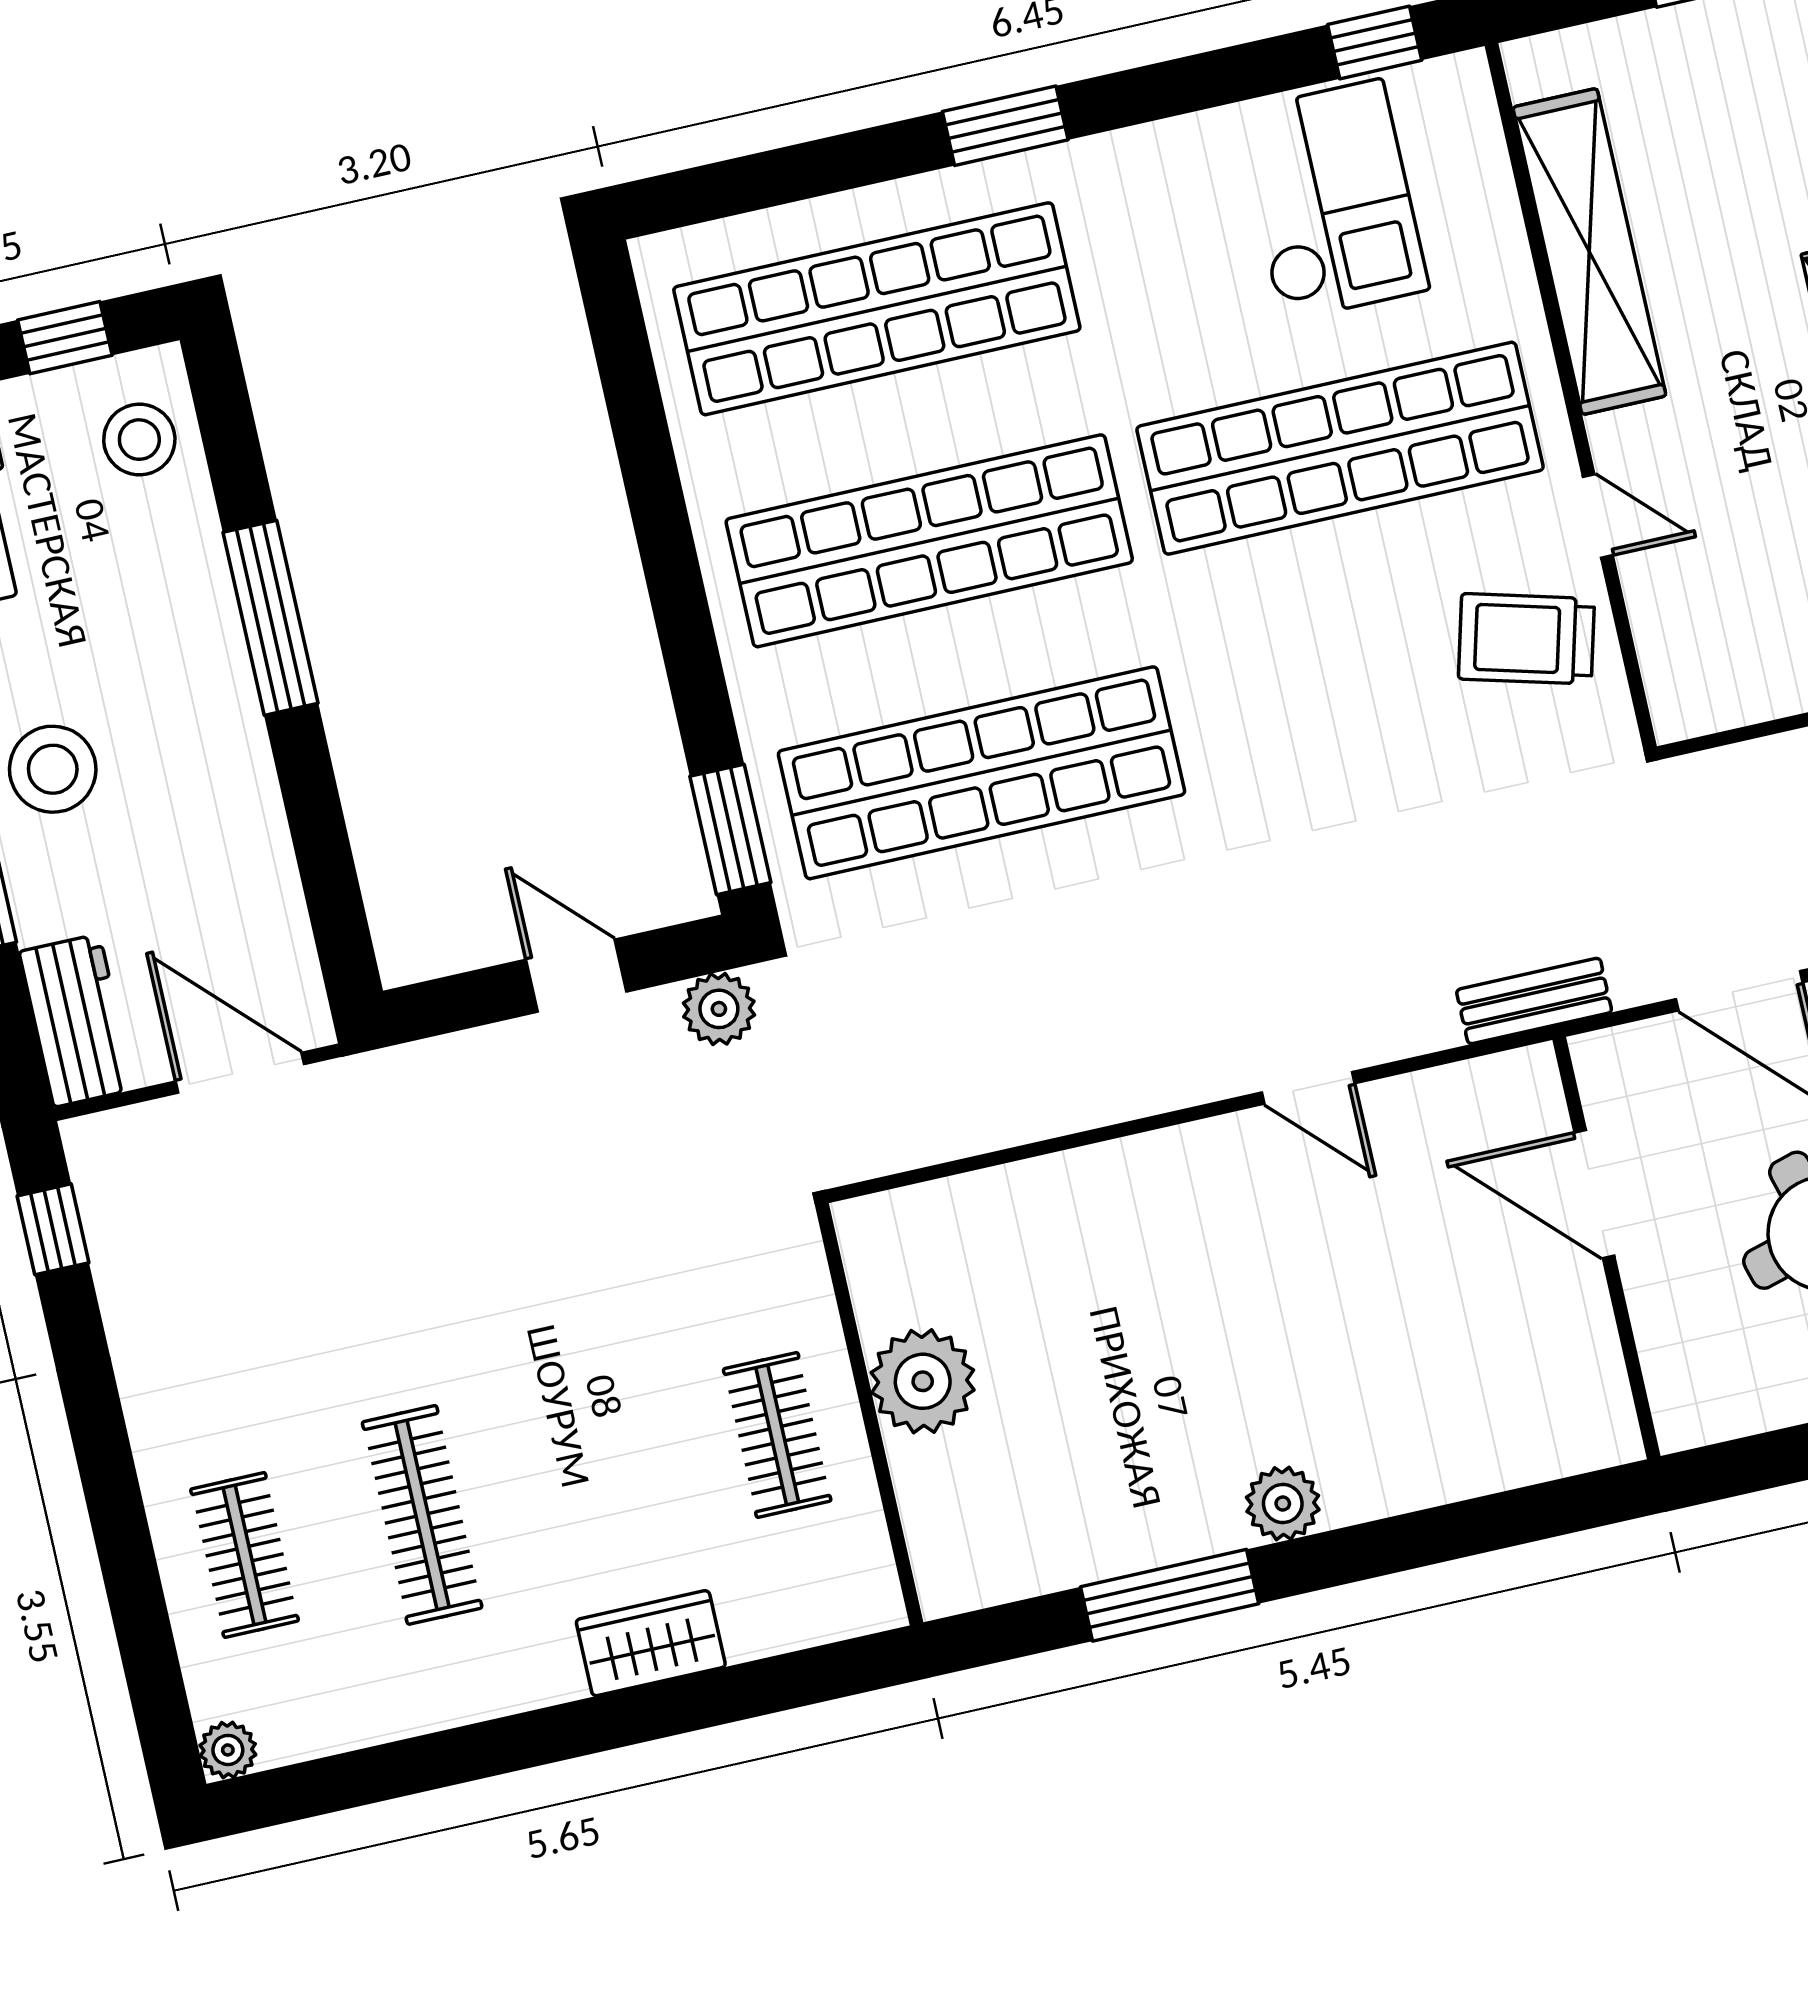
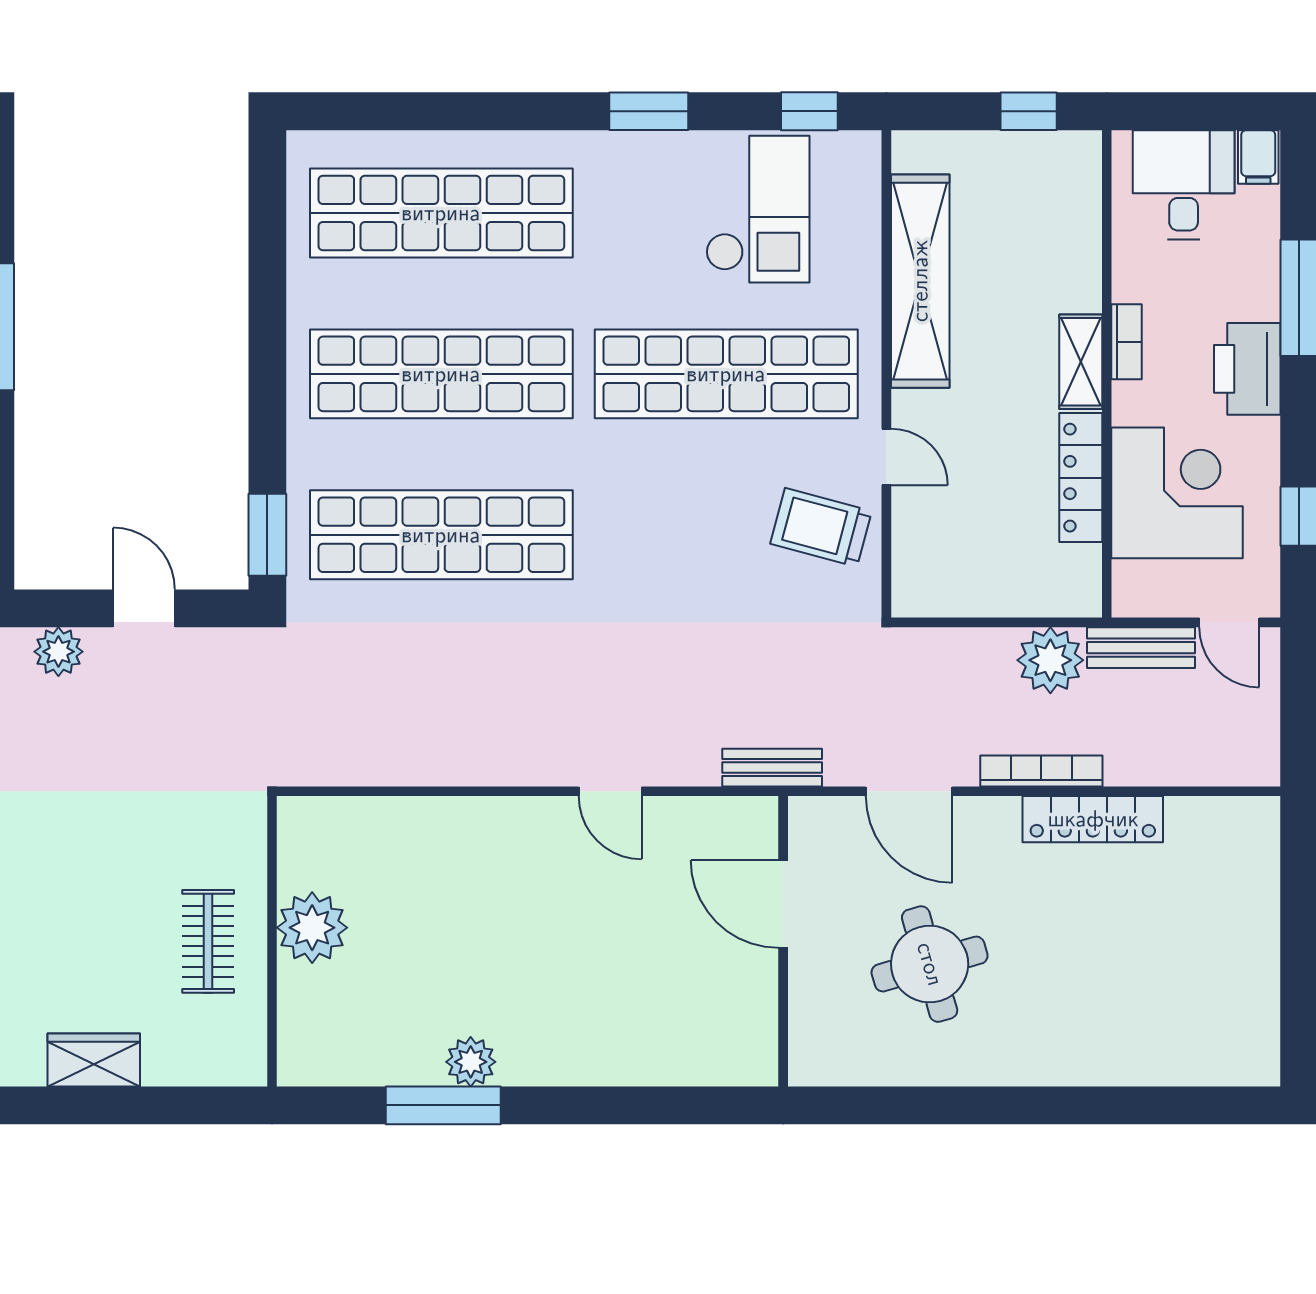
window: (1005, 126) -> (649, 111), moved
plant: (719, 1009) -> (58, 652), moved
plant: (1283, 1504) -> (471, 1062), moved

